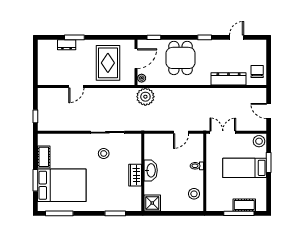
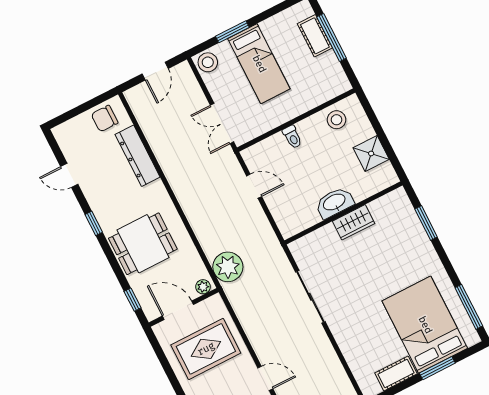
stool: (104, 153) -> (345, 286), removed
shower: (152, 203) -> (371, 153), moved

